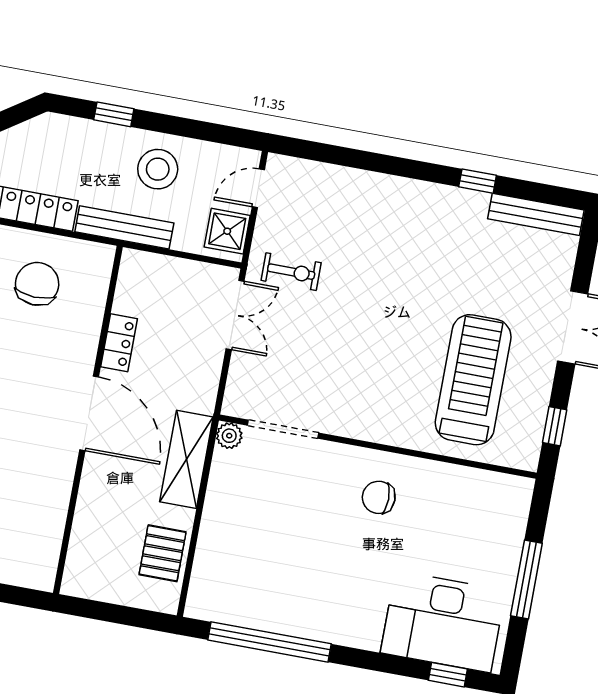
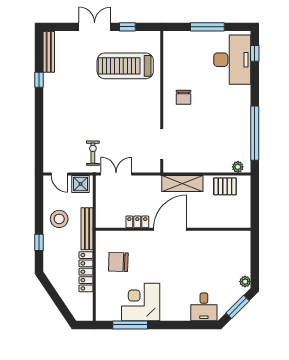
window: (555, 426) -> (127, 27), moved
plant: (229, 436) -> (238, 167), moved

